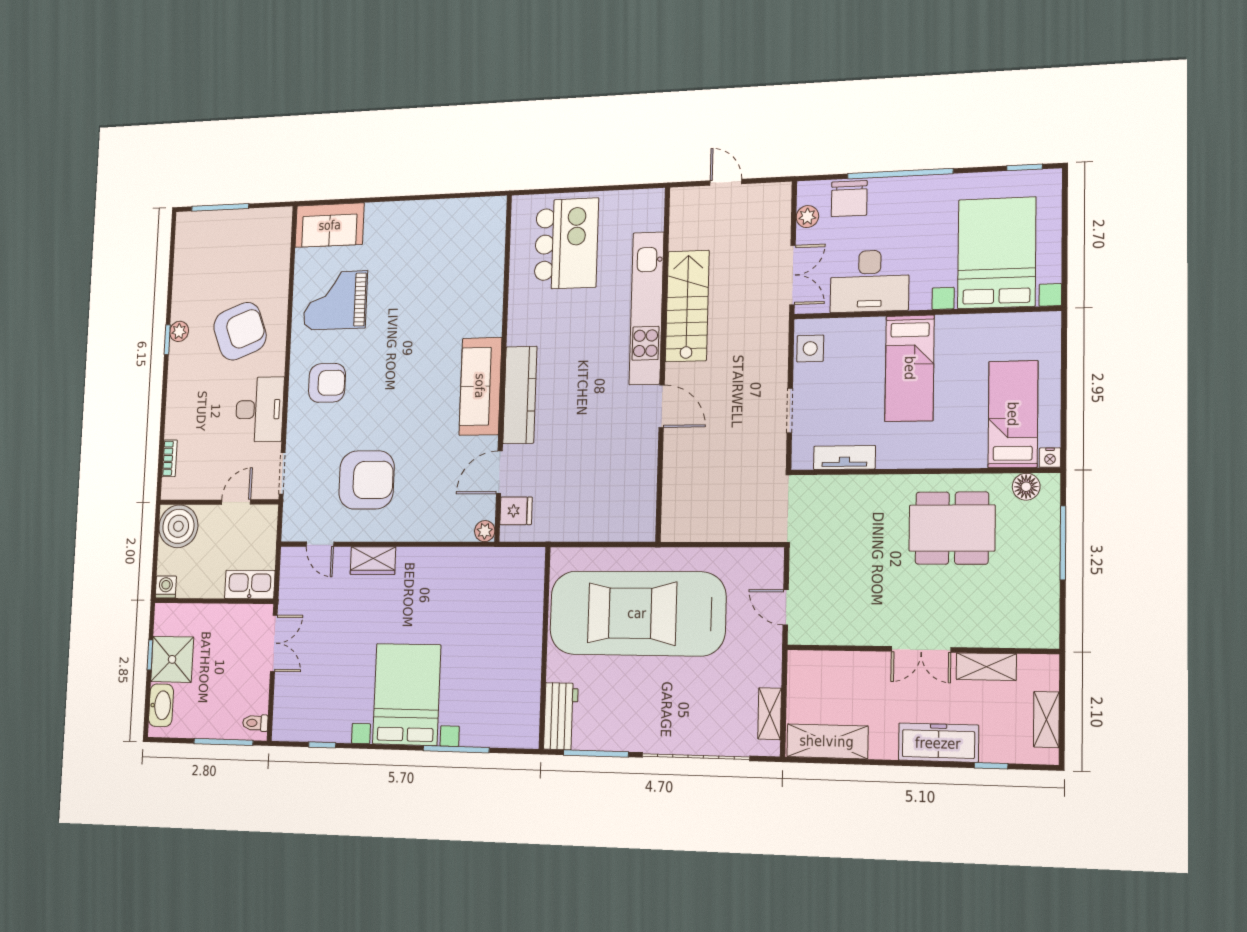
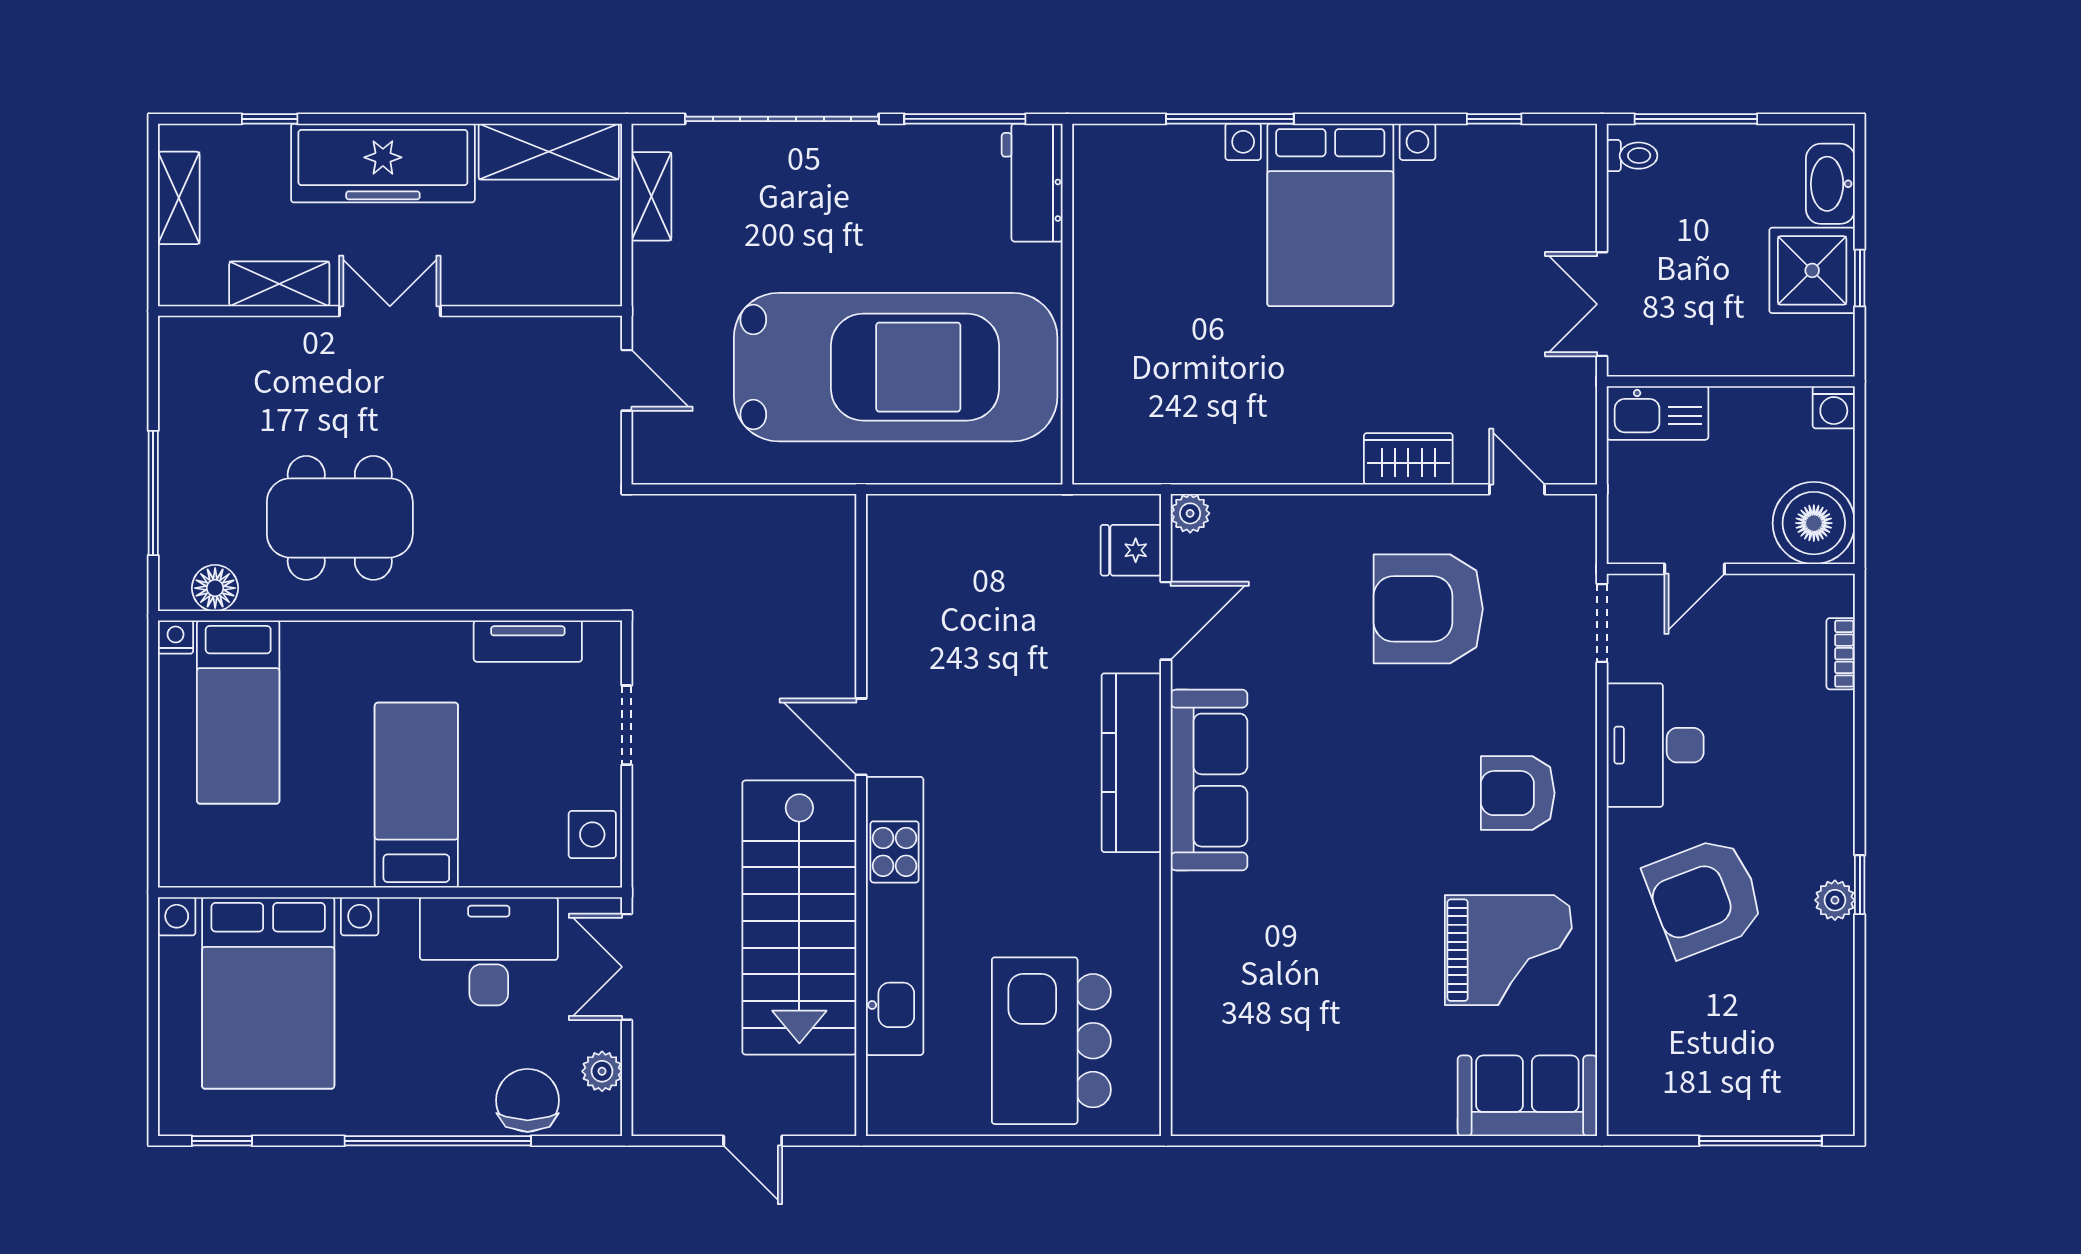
stairs: (687, 306) -> (799, 918), width x1.36, depth x1.51
freezer: (938, 743) -> (383, 163), width x1.36, depth x1.26

